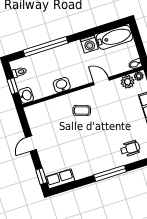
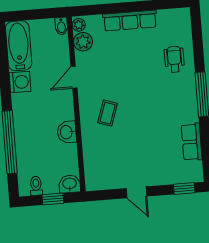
row of seats: (60, 179) -> (192, 142), moved

